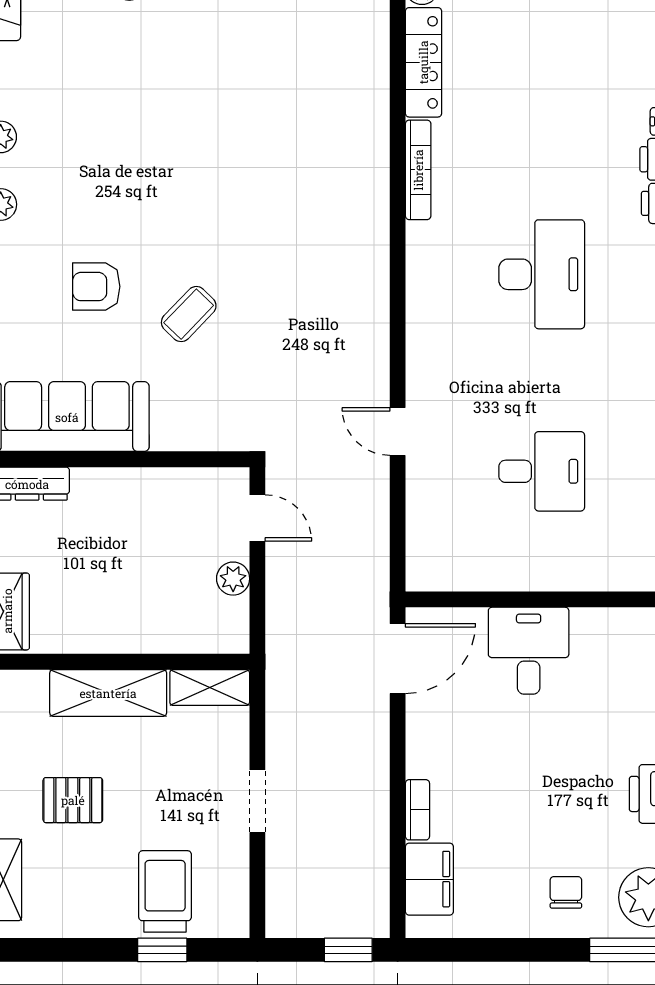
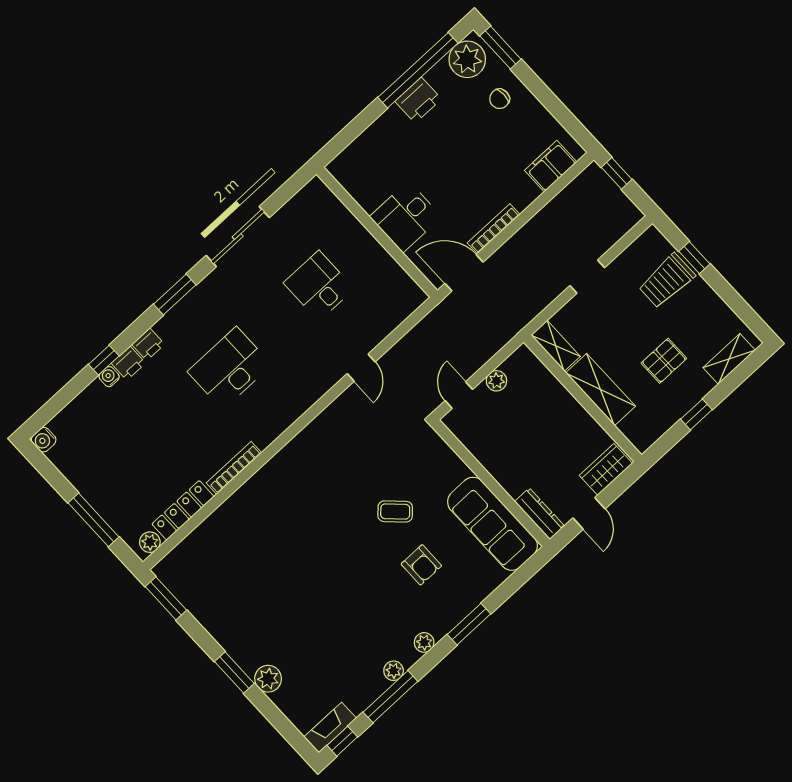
pallet: (73, 800) -> (664, 361), turned 90
bookcase: (417, 810) -> (494, 229), moved, width x1.56

